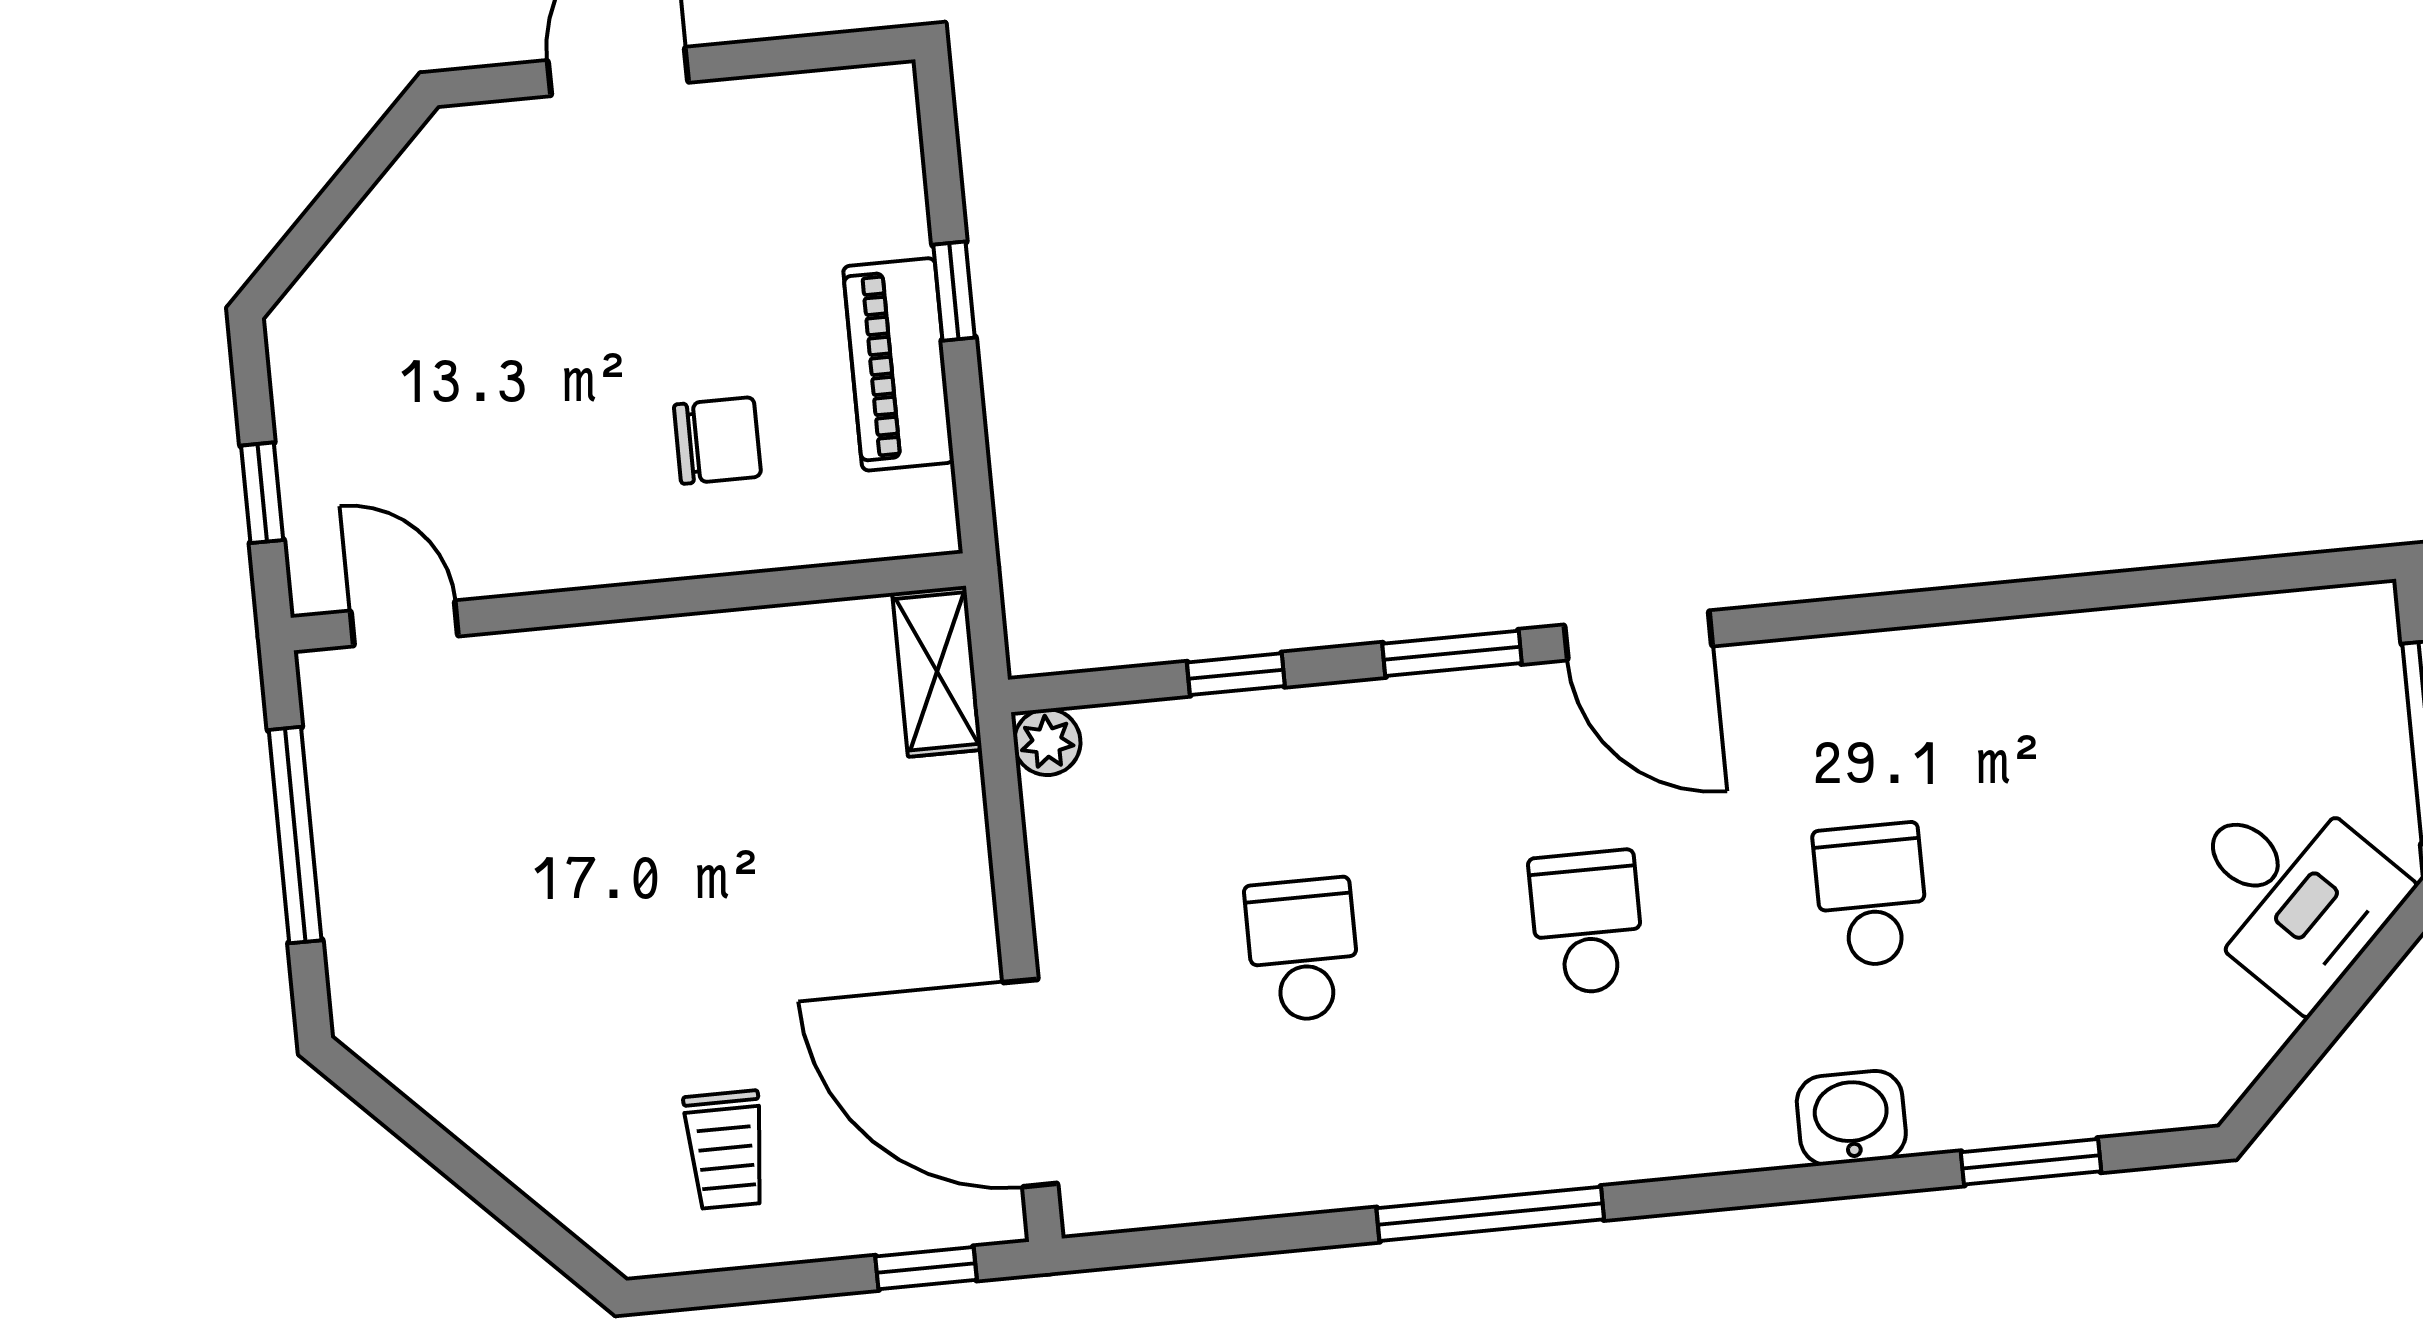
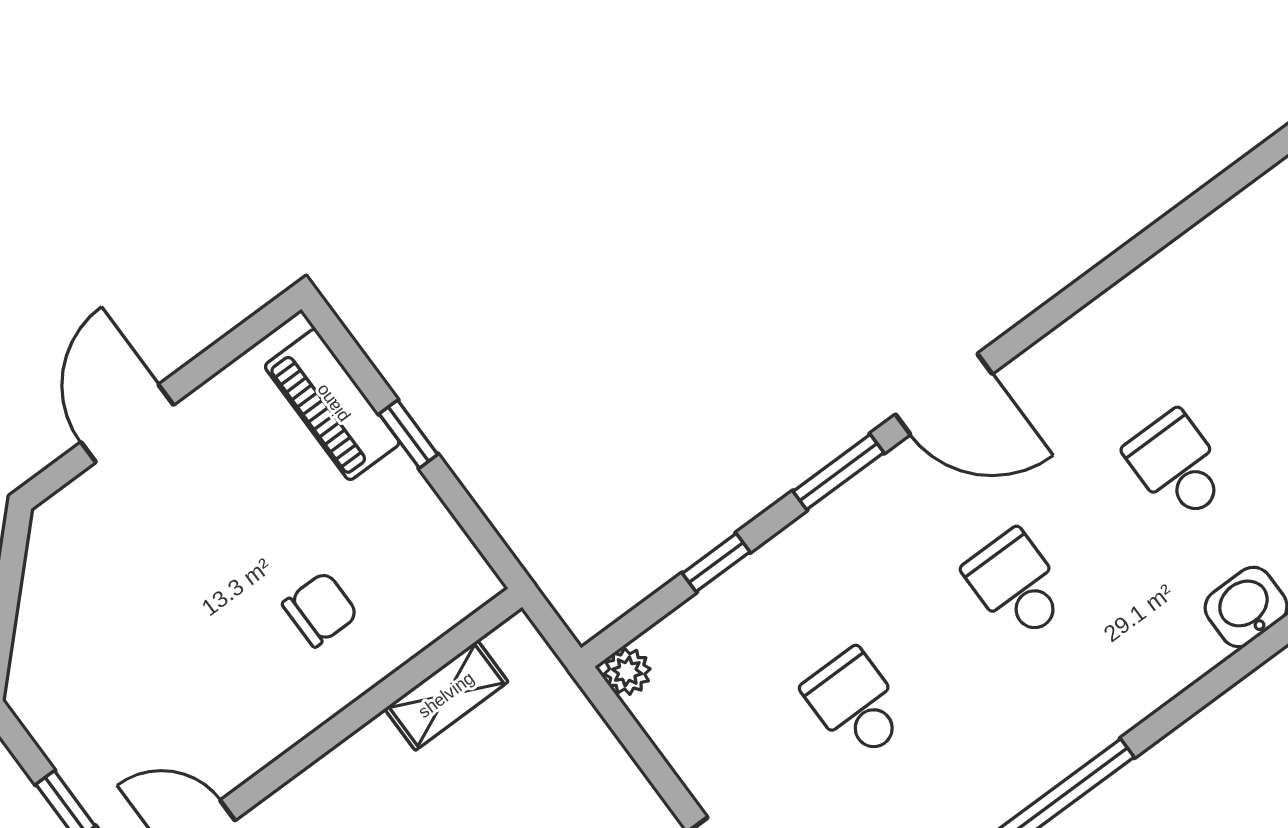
piano: (899, 364) -> (332, 404), moved
shelving: (937, 671) -> (446, 695), moved, turned 90

